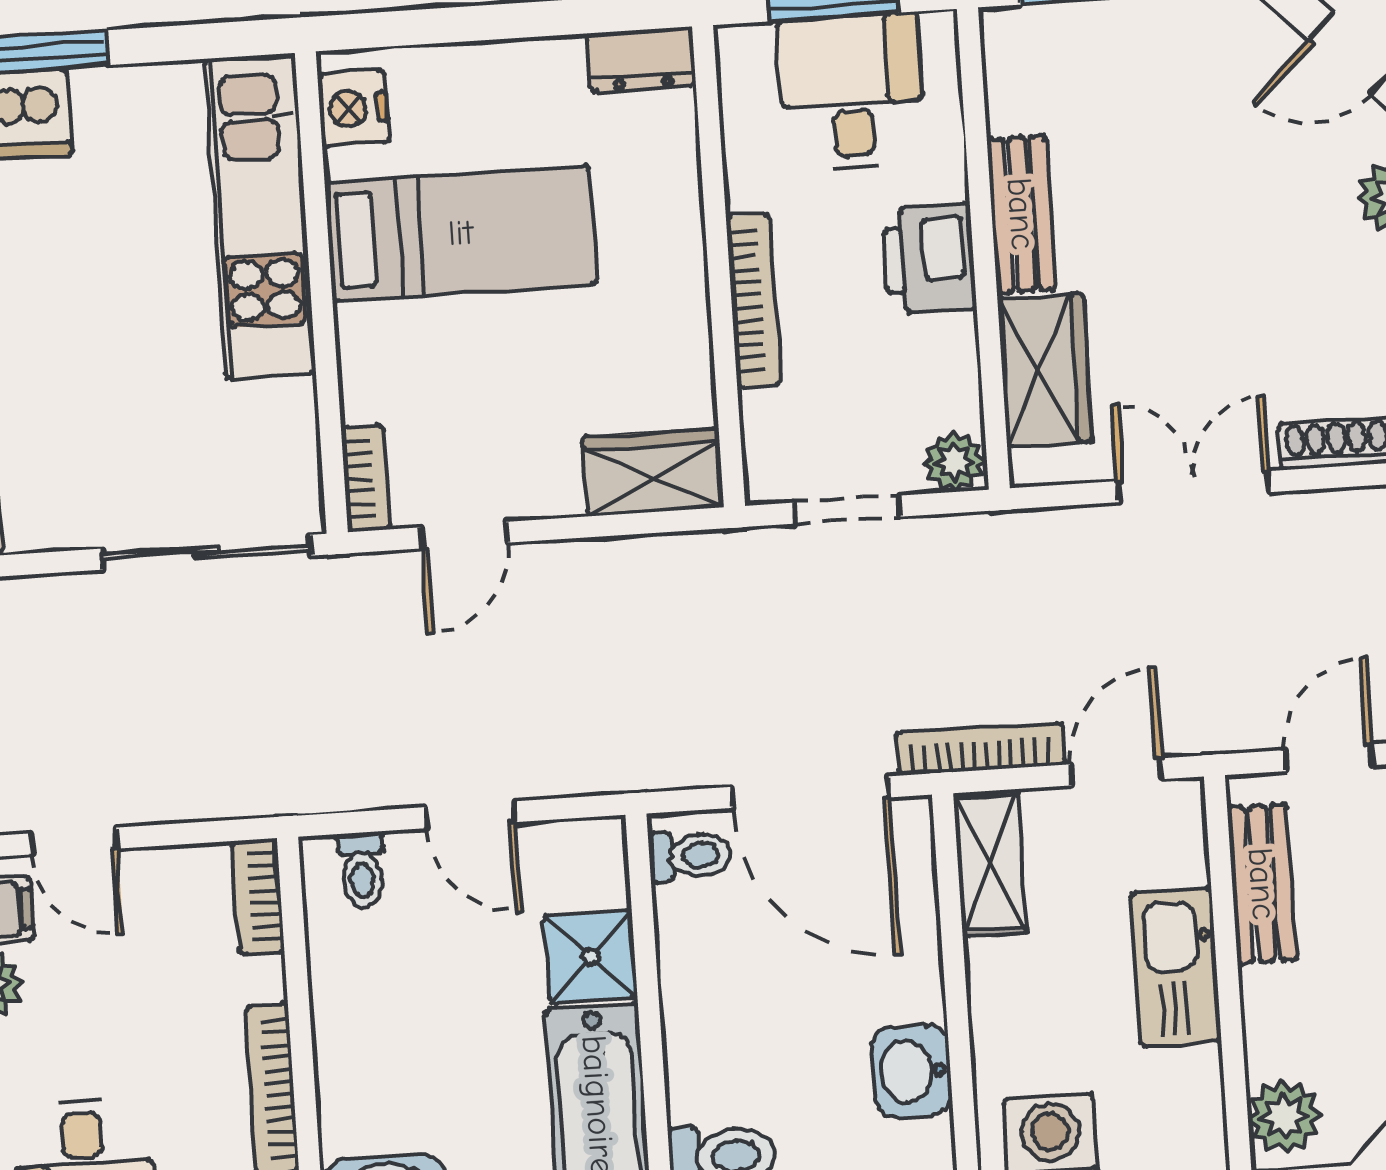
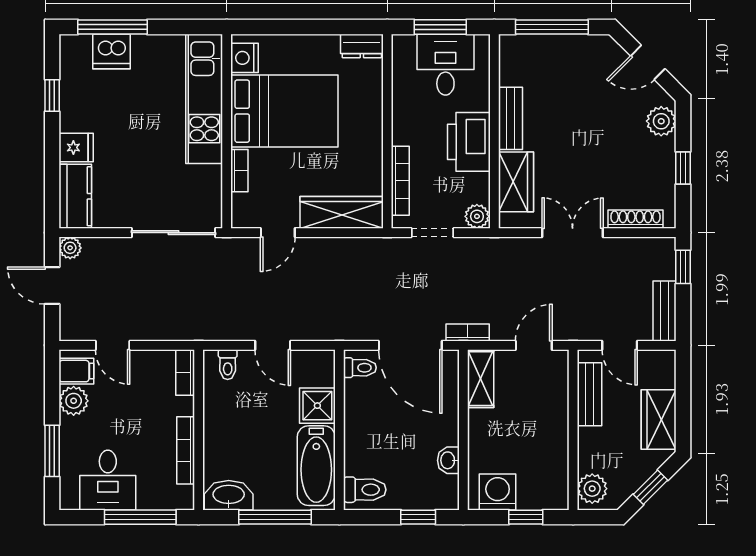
bed: (461, 233) -> (284, 111), width x1.50
printer: (929, 259) -> (469, 142), width x1.37, depth x1.19
bookcase: (753, 301) -> (400, 181), moved
wardrobe: (653, 472) -> (342, 212), width x1.50
bookcase: (365, 478) -> (239, 171), moved
bookcase: (980, 749) -> (468, 332), width x0.64
door: (1329, 758) -> (620, 345), swing flipped
kitchen sink: (1176, 967) -> (553, 426), removed
washbasin: (912, 1071) -> (448, 460), width x0.72, depth x0.69

